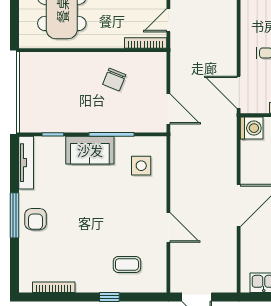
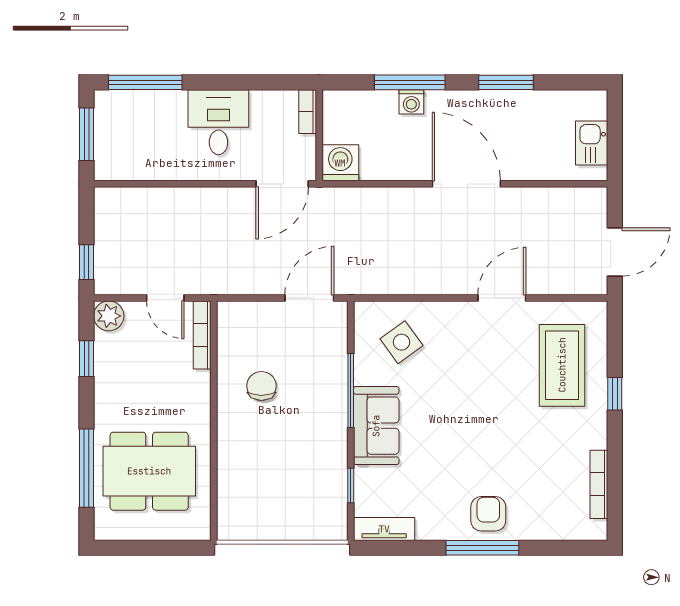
chair: (114, 80) -> (261, 386), turned -112
tv unit: (26, 163) -> (384, 529), width x0.71
side table: (141, 166) -> (401, 342), turned -36
armchair: (36, 219) -> (488, 514), turned -90
coffee table: (127, 265) -> (562, 365), width x1.86, depth x1.72

